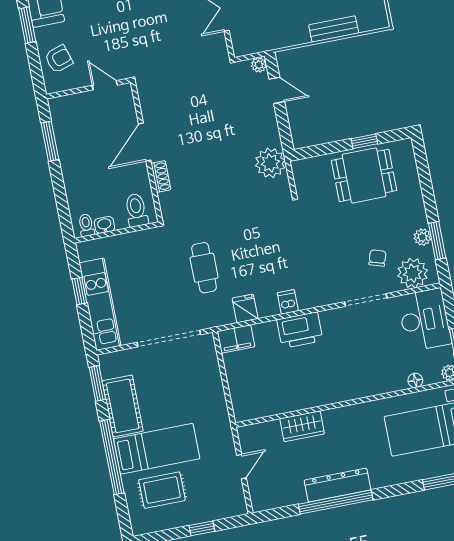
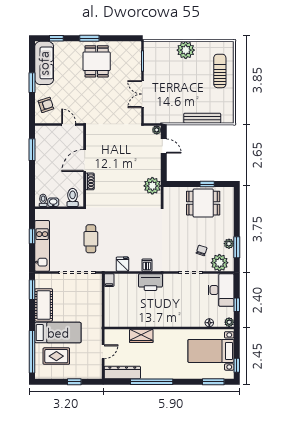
bench: (334, 29) -> (202, 118), width x1.36
cafe table: (204, 268) -> (91, 239), moved
filing cabinet: (236, 339) -> (109, 280), width x0.50
window: (112, 457) -> (32, 352), moved
dresser: (337, 485) -> (122, 372), moved

